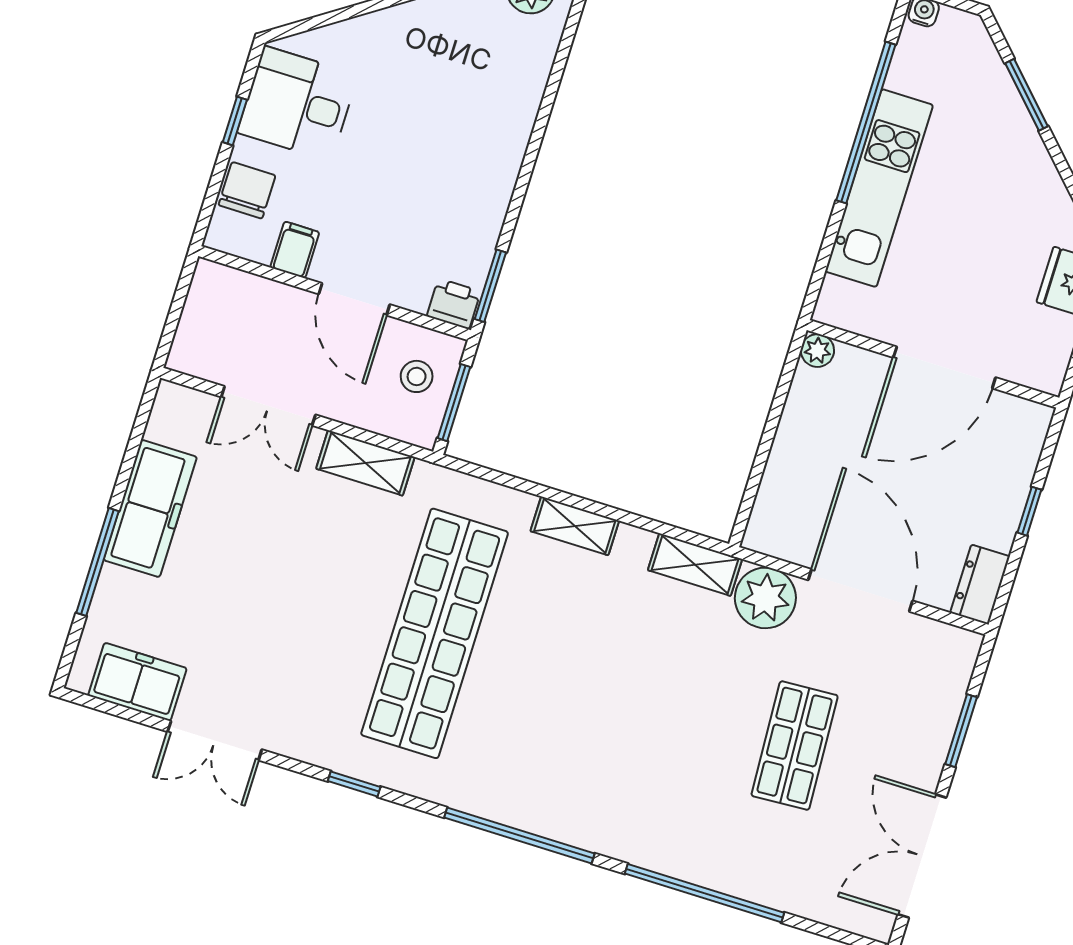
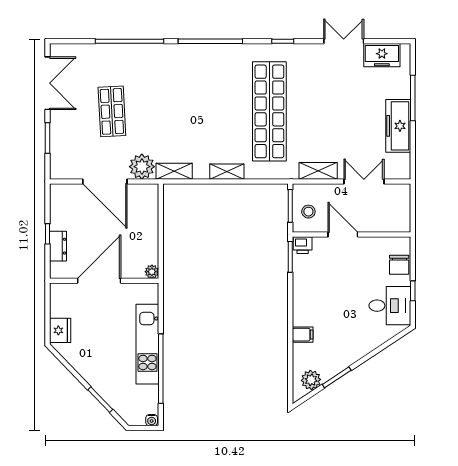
filing cabinet: (295, 250) -> (303, 335), moved, turned -90
dresser: (980, 585) -> (58, 246), moved

